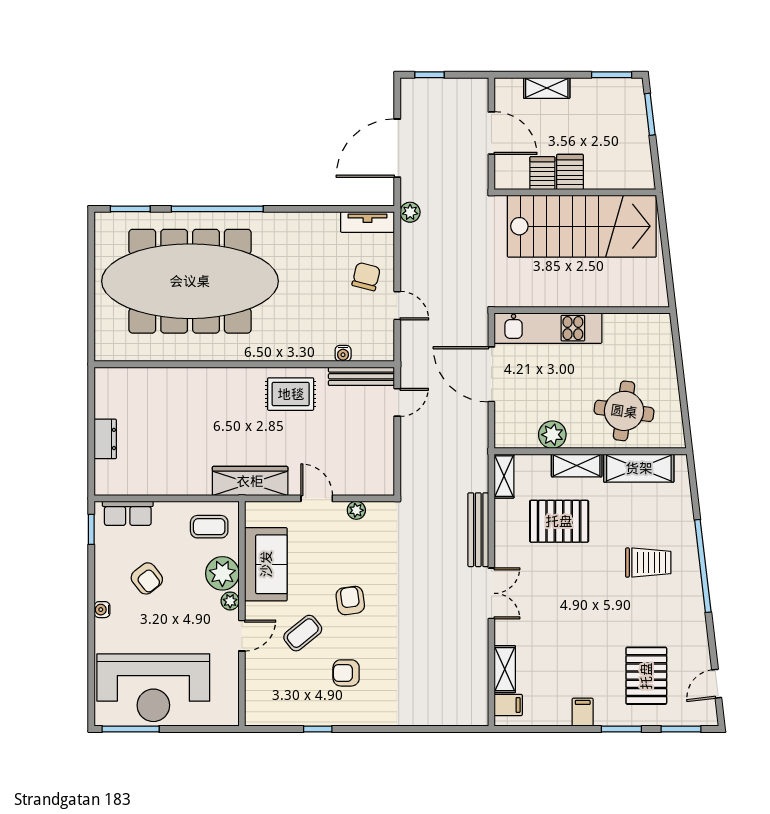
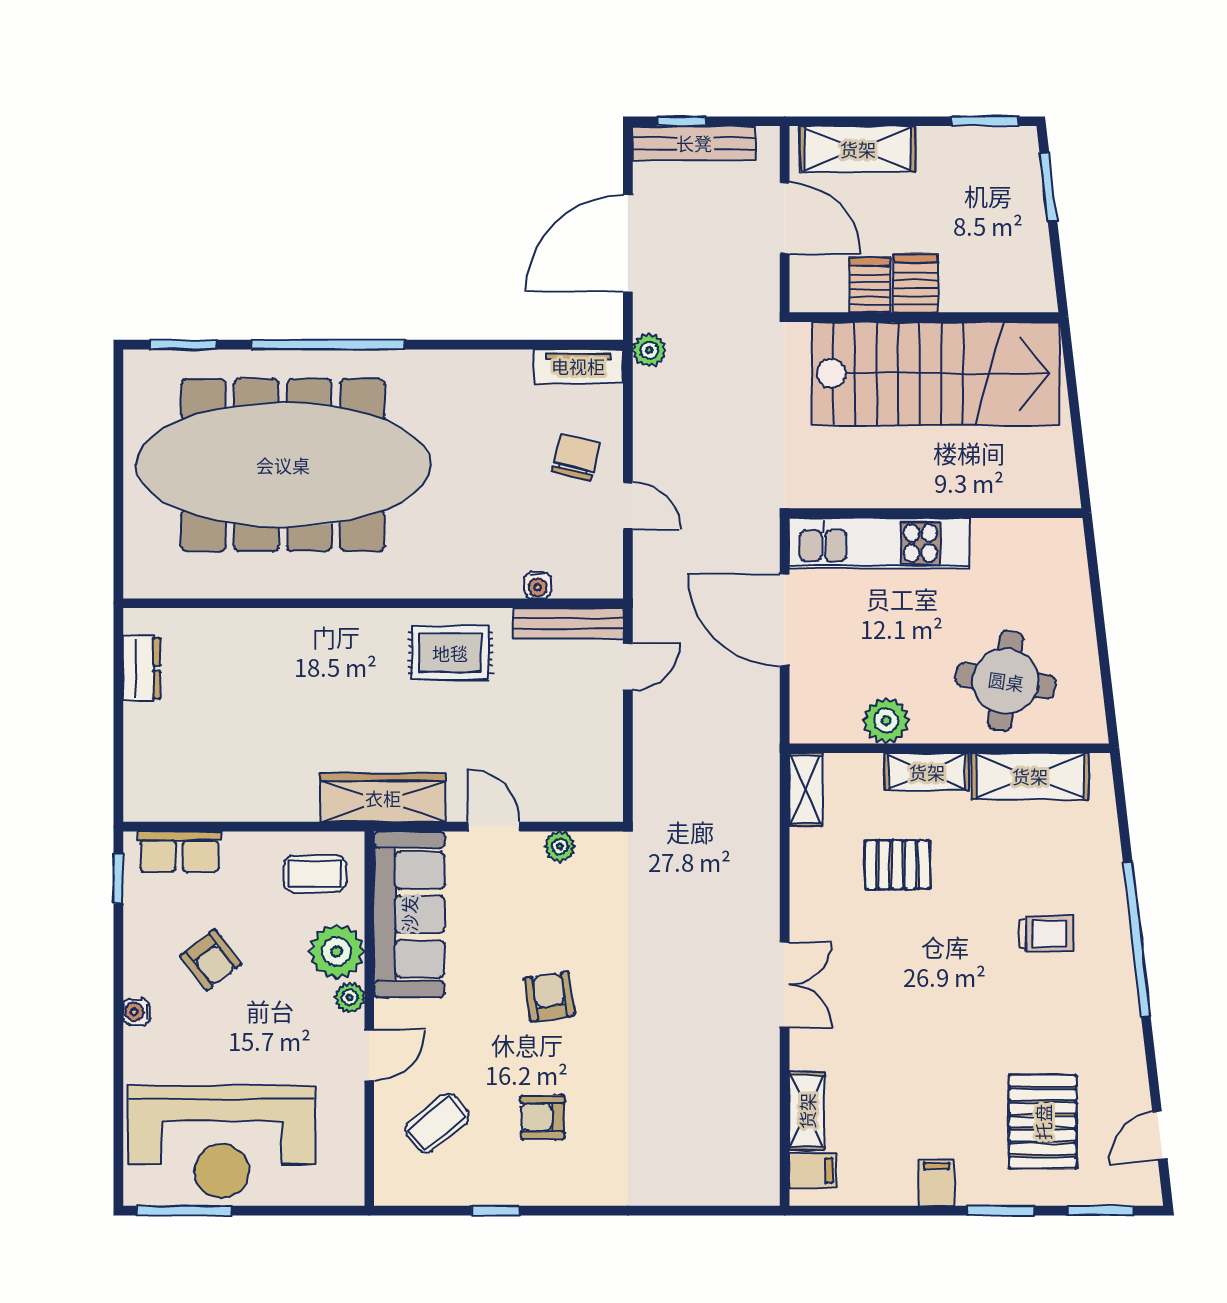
shelving: (547, 88) -> (858, 149), width x1.50, depth x1.33
dresser: (105, 439) -> (142, 668), moved
pallet: (559, 521) -> (897, 865), width x0.67, depth x0.71
bench: (478, 530) -> (694, 143), moved, turned 90
trolley: (648, 563) -> (1046, 933), width x0.73, depth x0.72
sofa: (266, 564) -> (409, 914), width x1.36
coffee table: (303, 633) -> (437, 1123), moved

